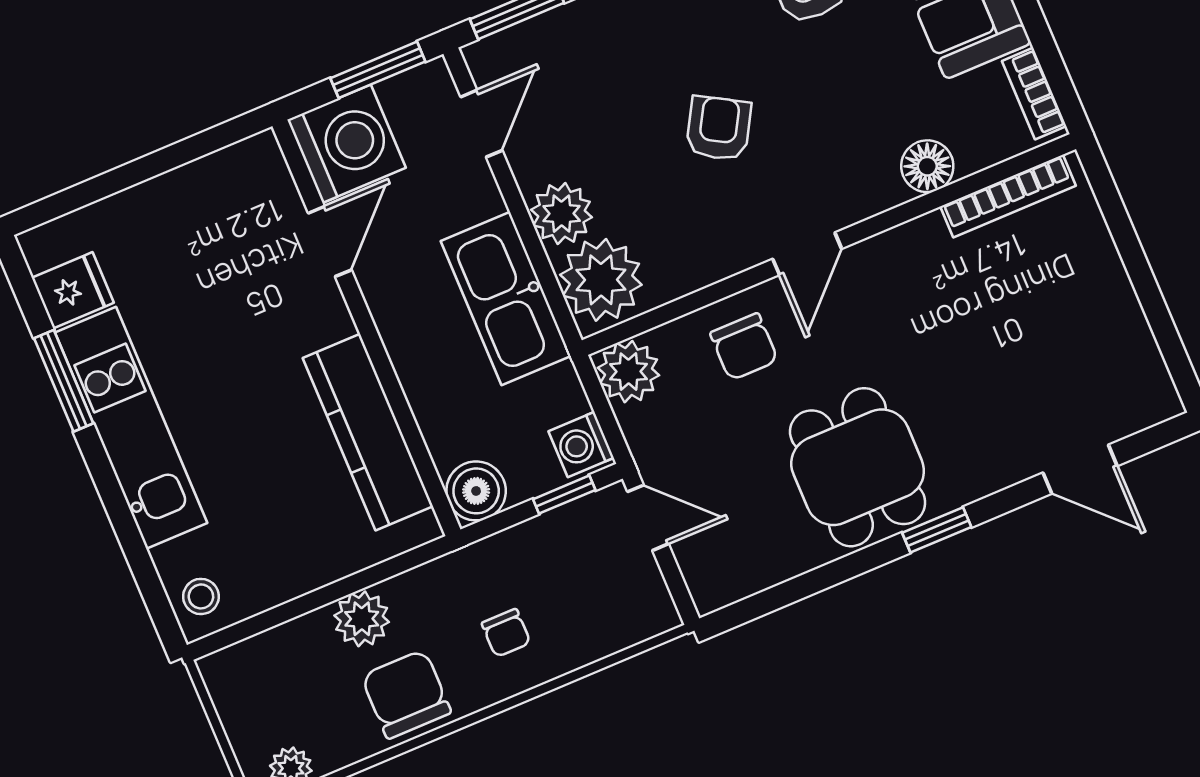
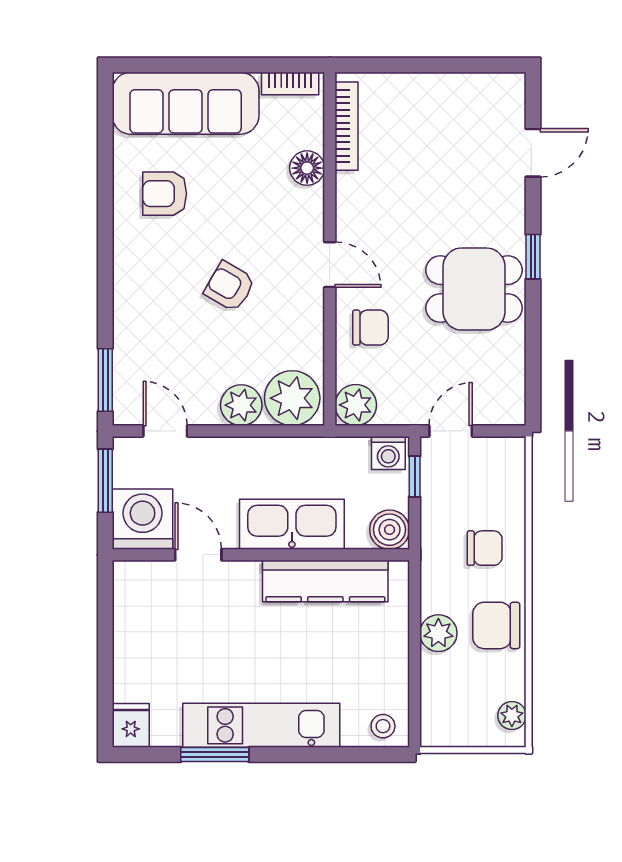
fridge: (73, 290) -> (131, 725), moved
kitchen sink: (506, 298) -> (292, 524), moved, turned 180
chair: (506, 633) -> (485, 548), width x1.37, depth x1.37

